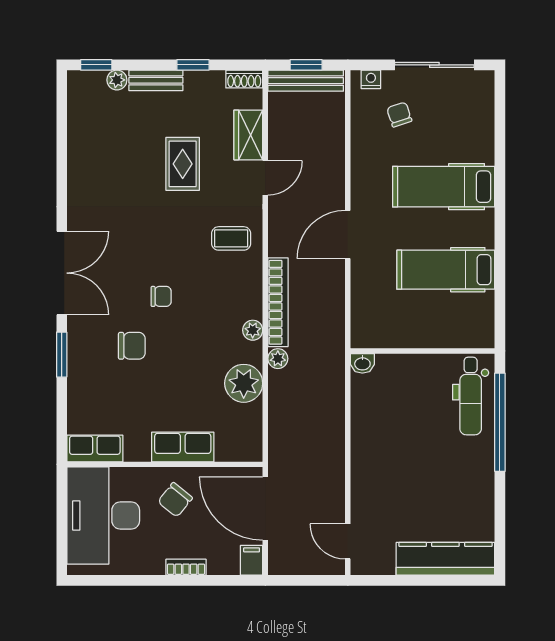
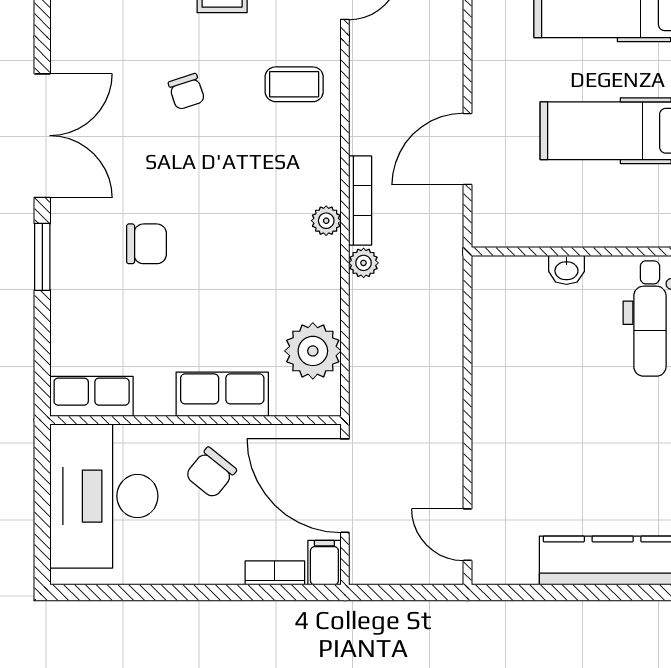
door: (348, 234) -> (467, 149), moved
chair: (161, 296) -> (186, 92), moved, turned 72
bookcase: (278, 302) -> (360, 200), width x0.68, depth x0.76
washbasin: (362, 363) -> (566, 270), moved
plant: (244, 383) -> (313, 351), moved
bookcase: (186, 567) -> (275, 573), moved

